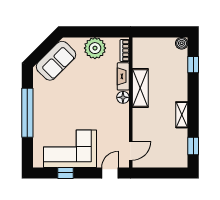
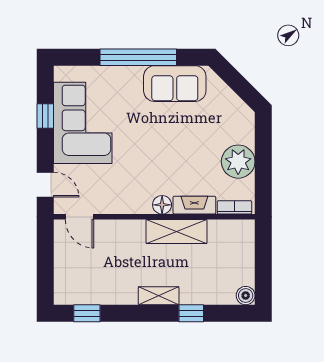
sofa: (56, 61) -> (175, 84), moved, turned -45
window: (193, 65) -> (191, 313), moved
shelving: (182, 115) -> (159, 296), moved

